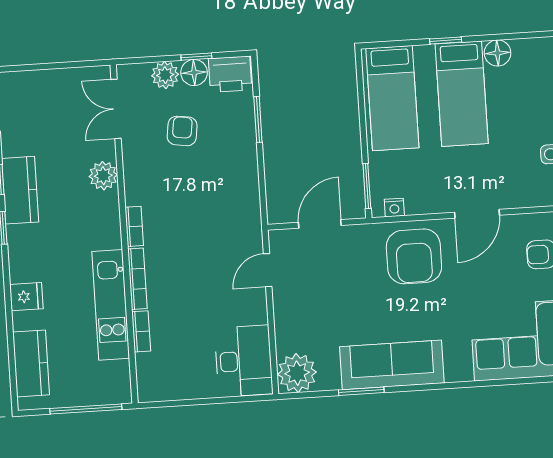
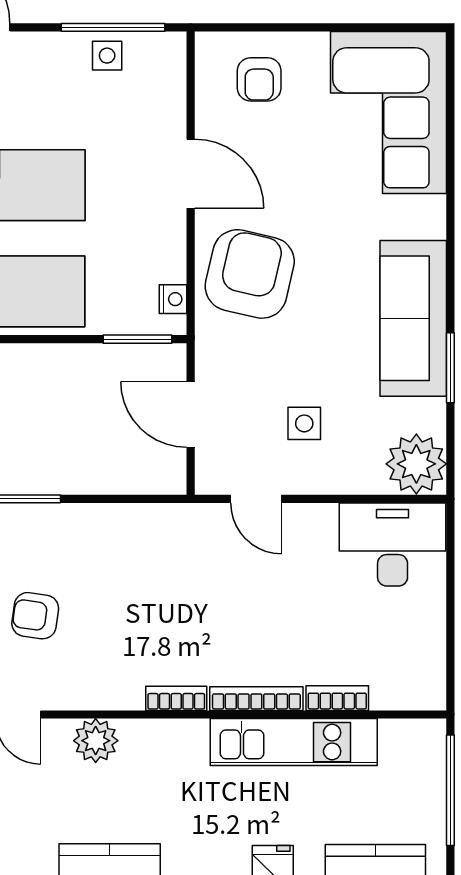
armchair: (414, 256) -> (250, 274), turned -77
side table: (319, 298) -> (304, 423), added

